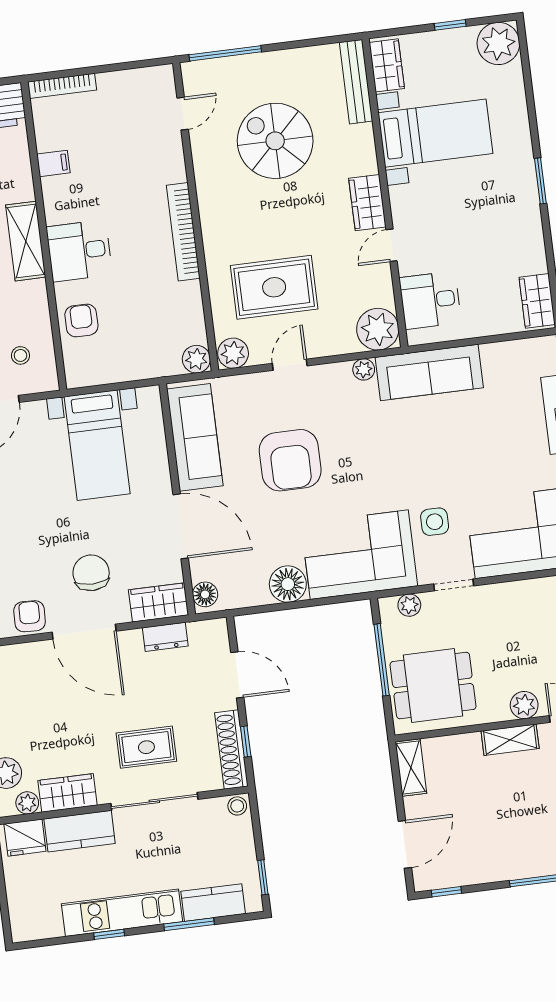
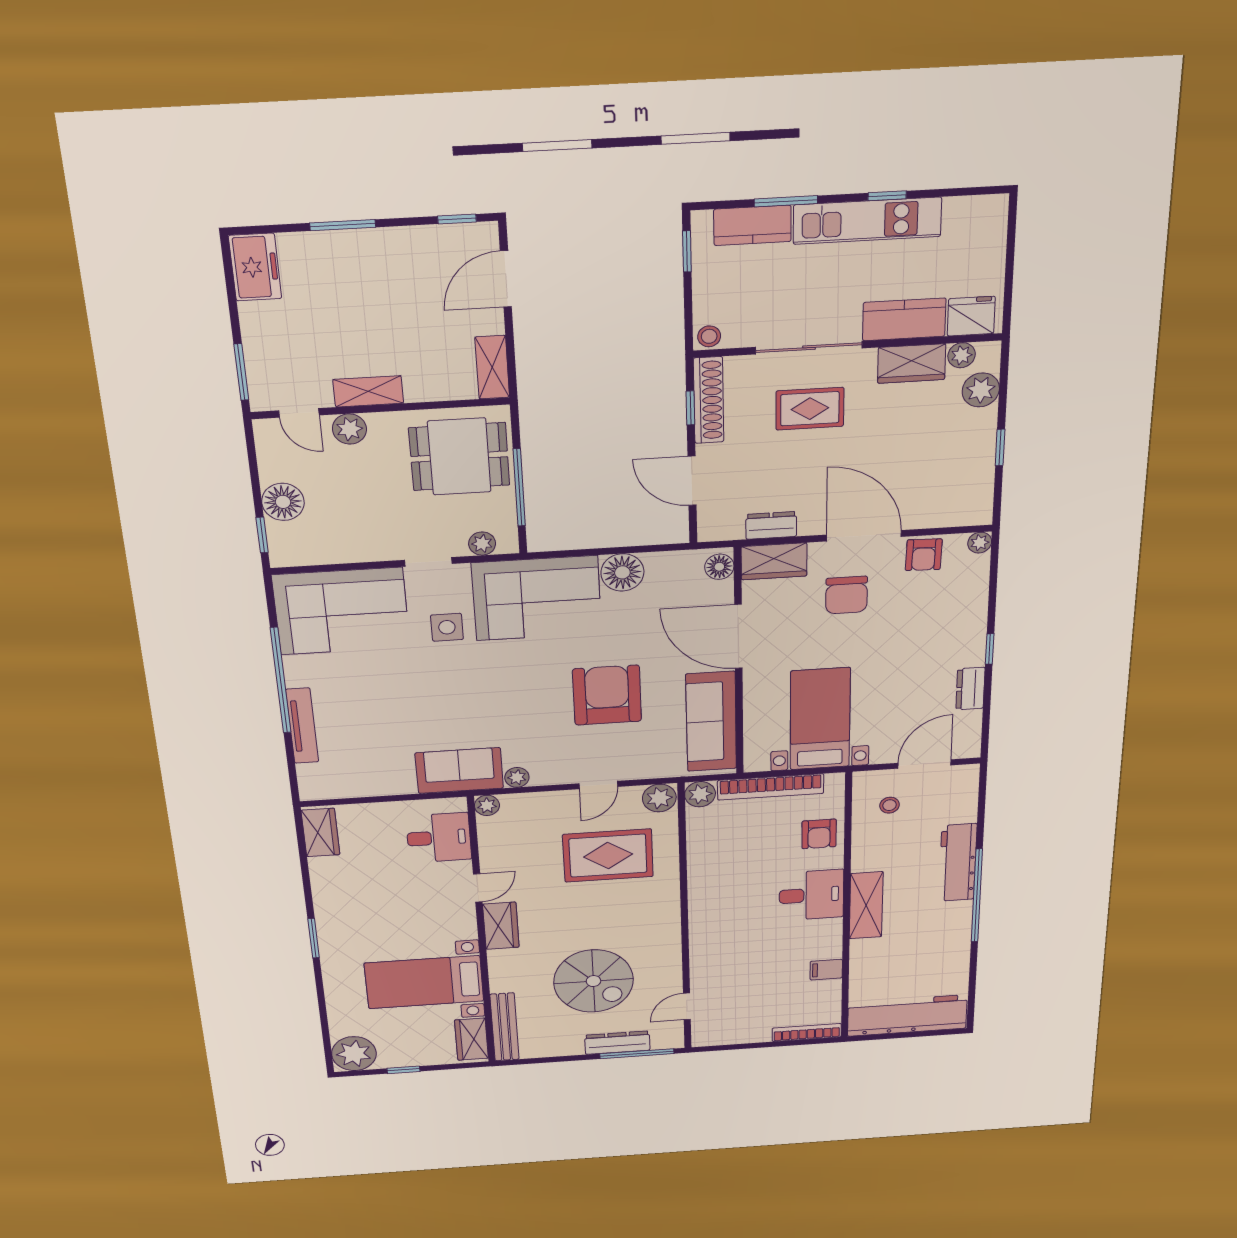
dresser: (246, 66) -> (617, 1043), added
bookcase: (183, 232) -> (771, 787), moved, turned 90
plant: (378, 329) -> (487, 805), width x0.53, depth x0.53
sofa: (429, 372) -> (459, 771), width x0.73

